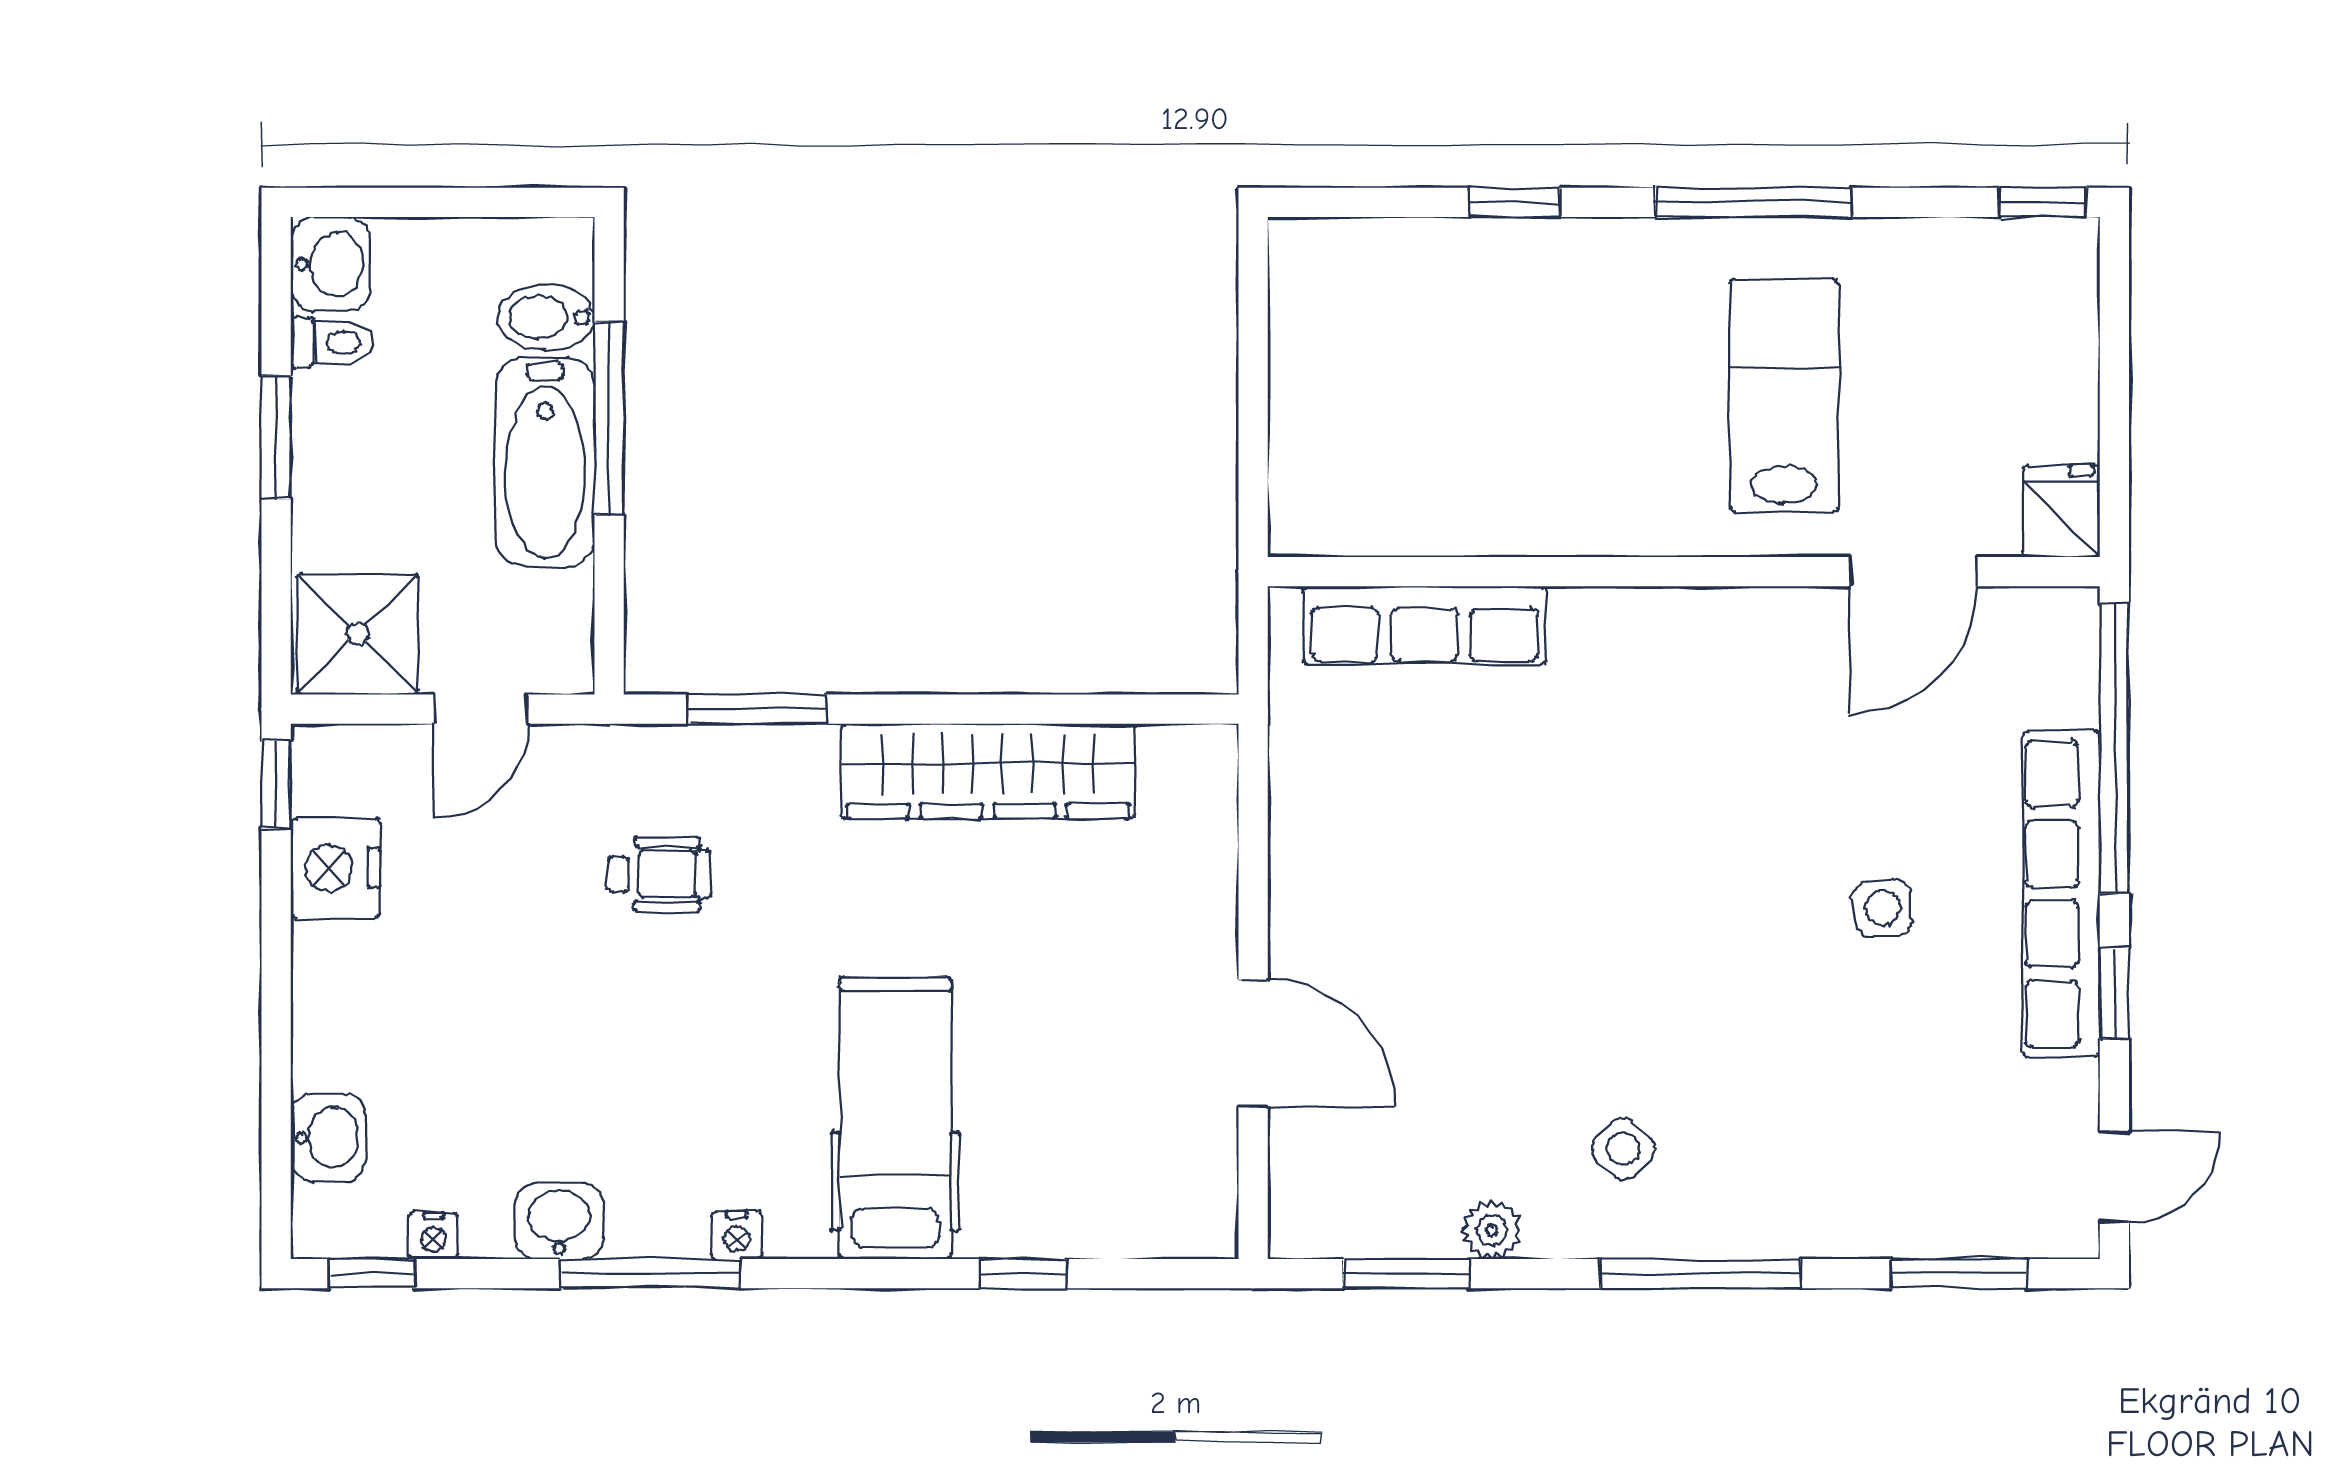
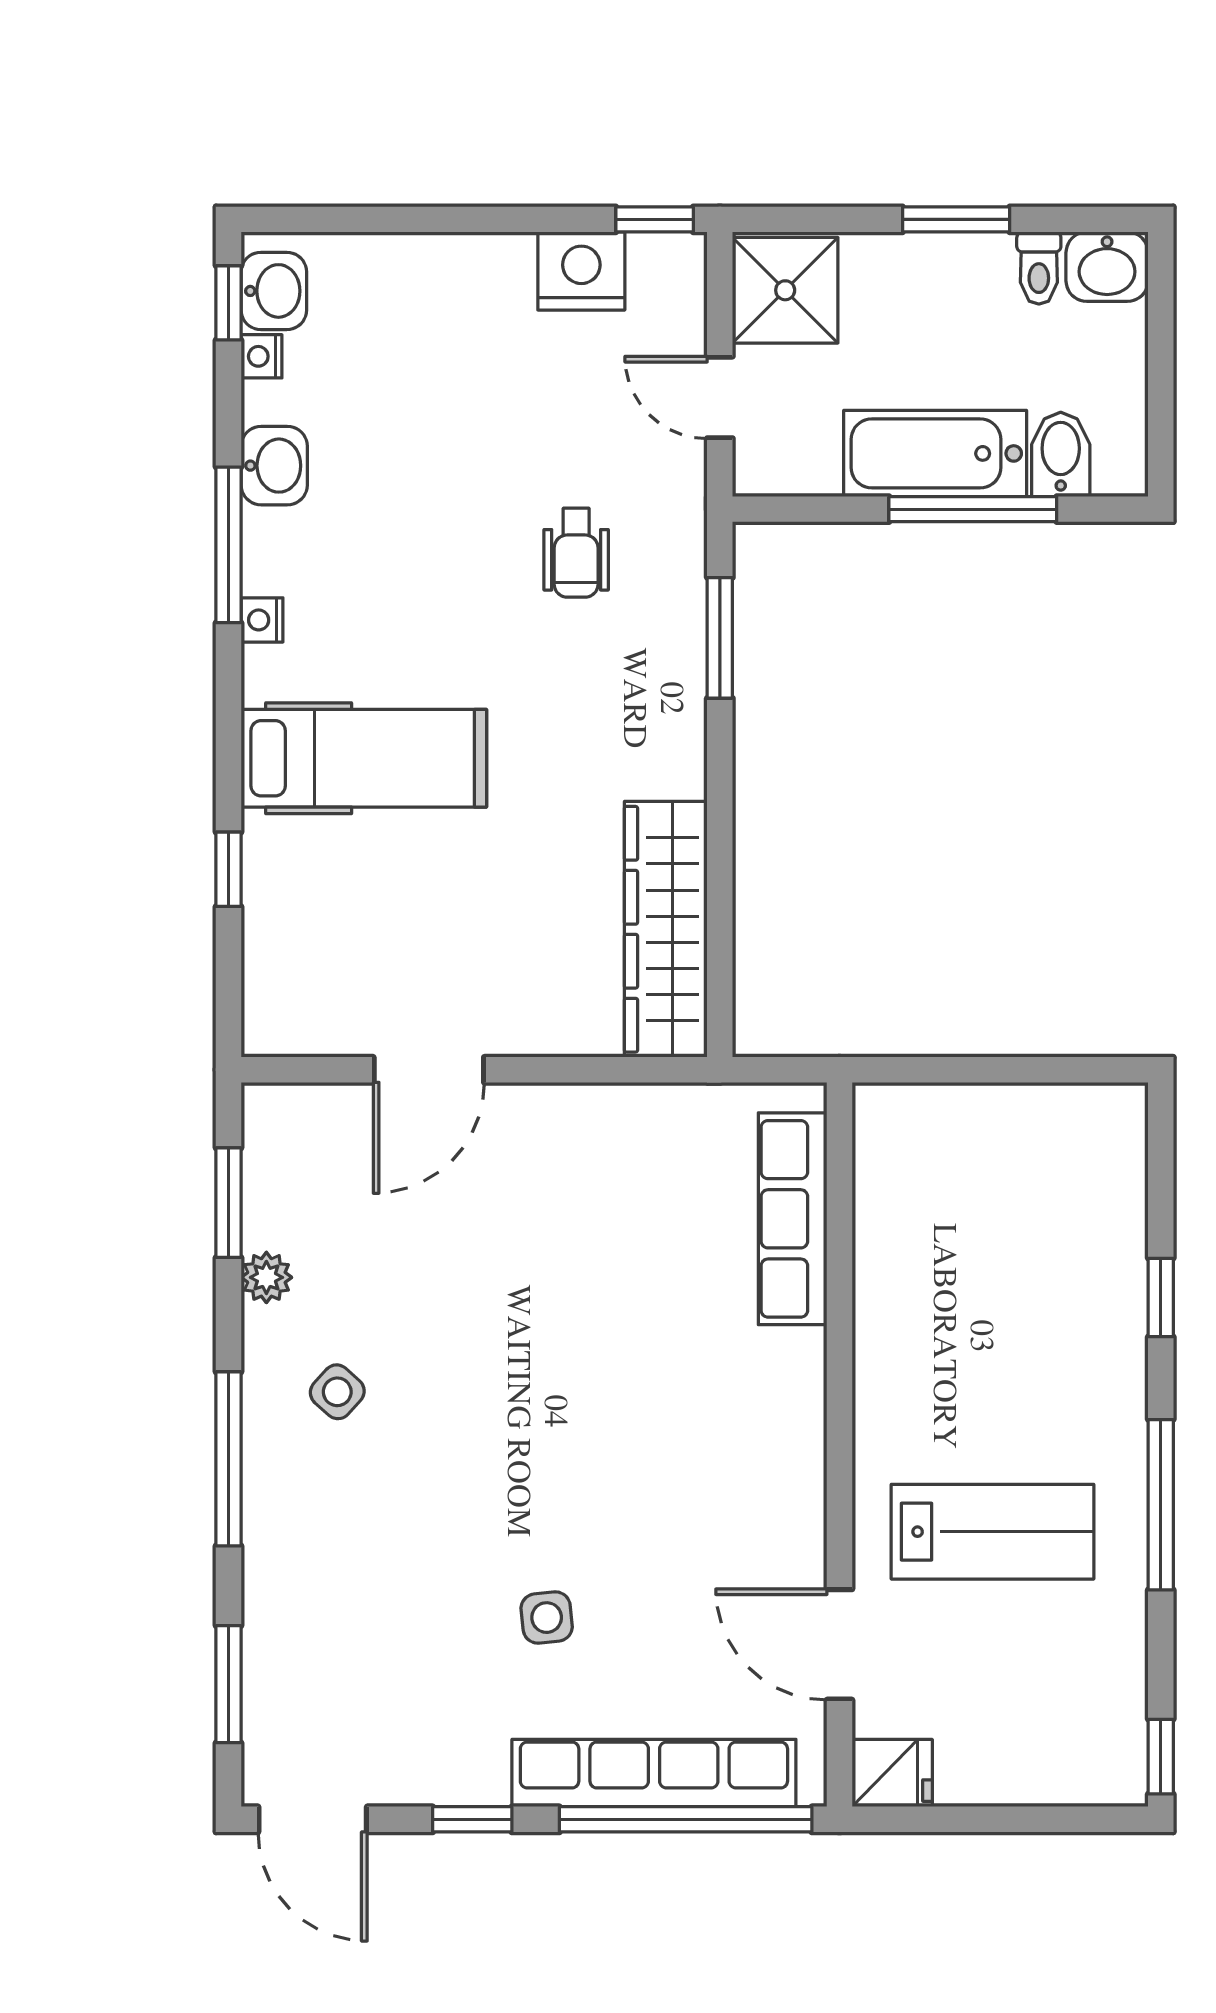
wardrobe: (988, 771) -> (666, 929), moved
row of seats: (2061, 894) -> (654, 1773), moved
washbasin: (328, 1138) -> (274, 291), moved, turned -90
door: (2114, 1177) -> (313, 1819), width x1.38

